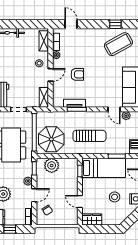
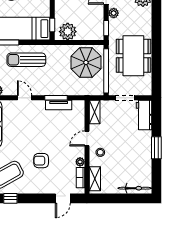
door: (71, 24) -> (63, 198), hinge flipped
armchair: (77, 74) -> (41, 161), moved
door: (114, 109) -> (25, 98), moved
sun lounger: (89, 136) -> (26, 60), moved
plant: (52, 165) -> (68, 32), moved

